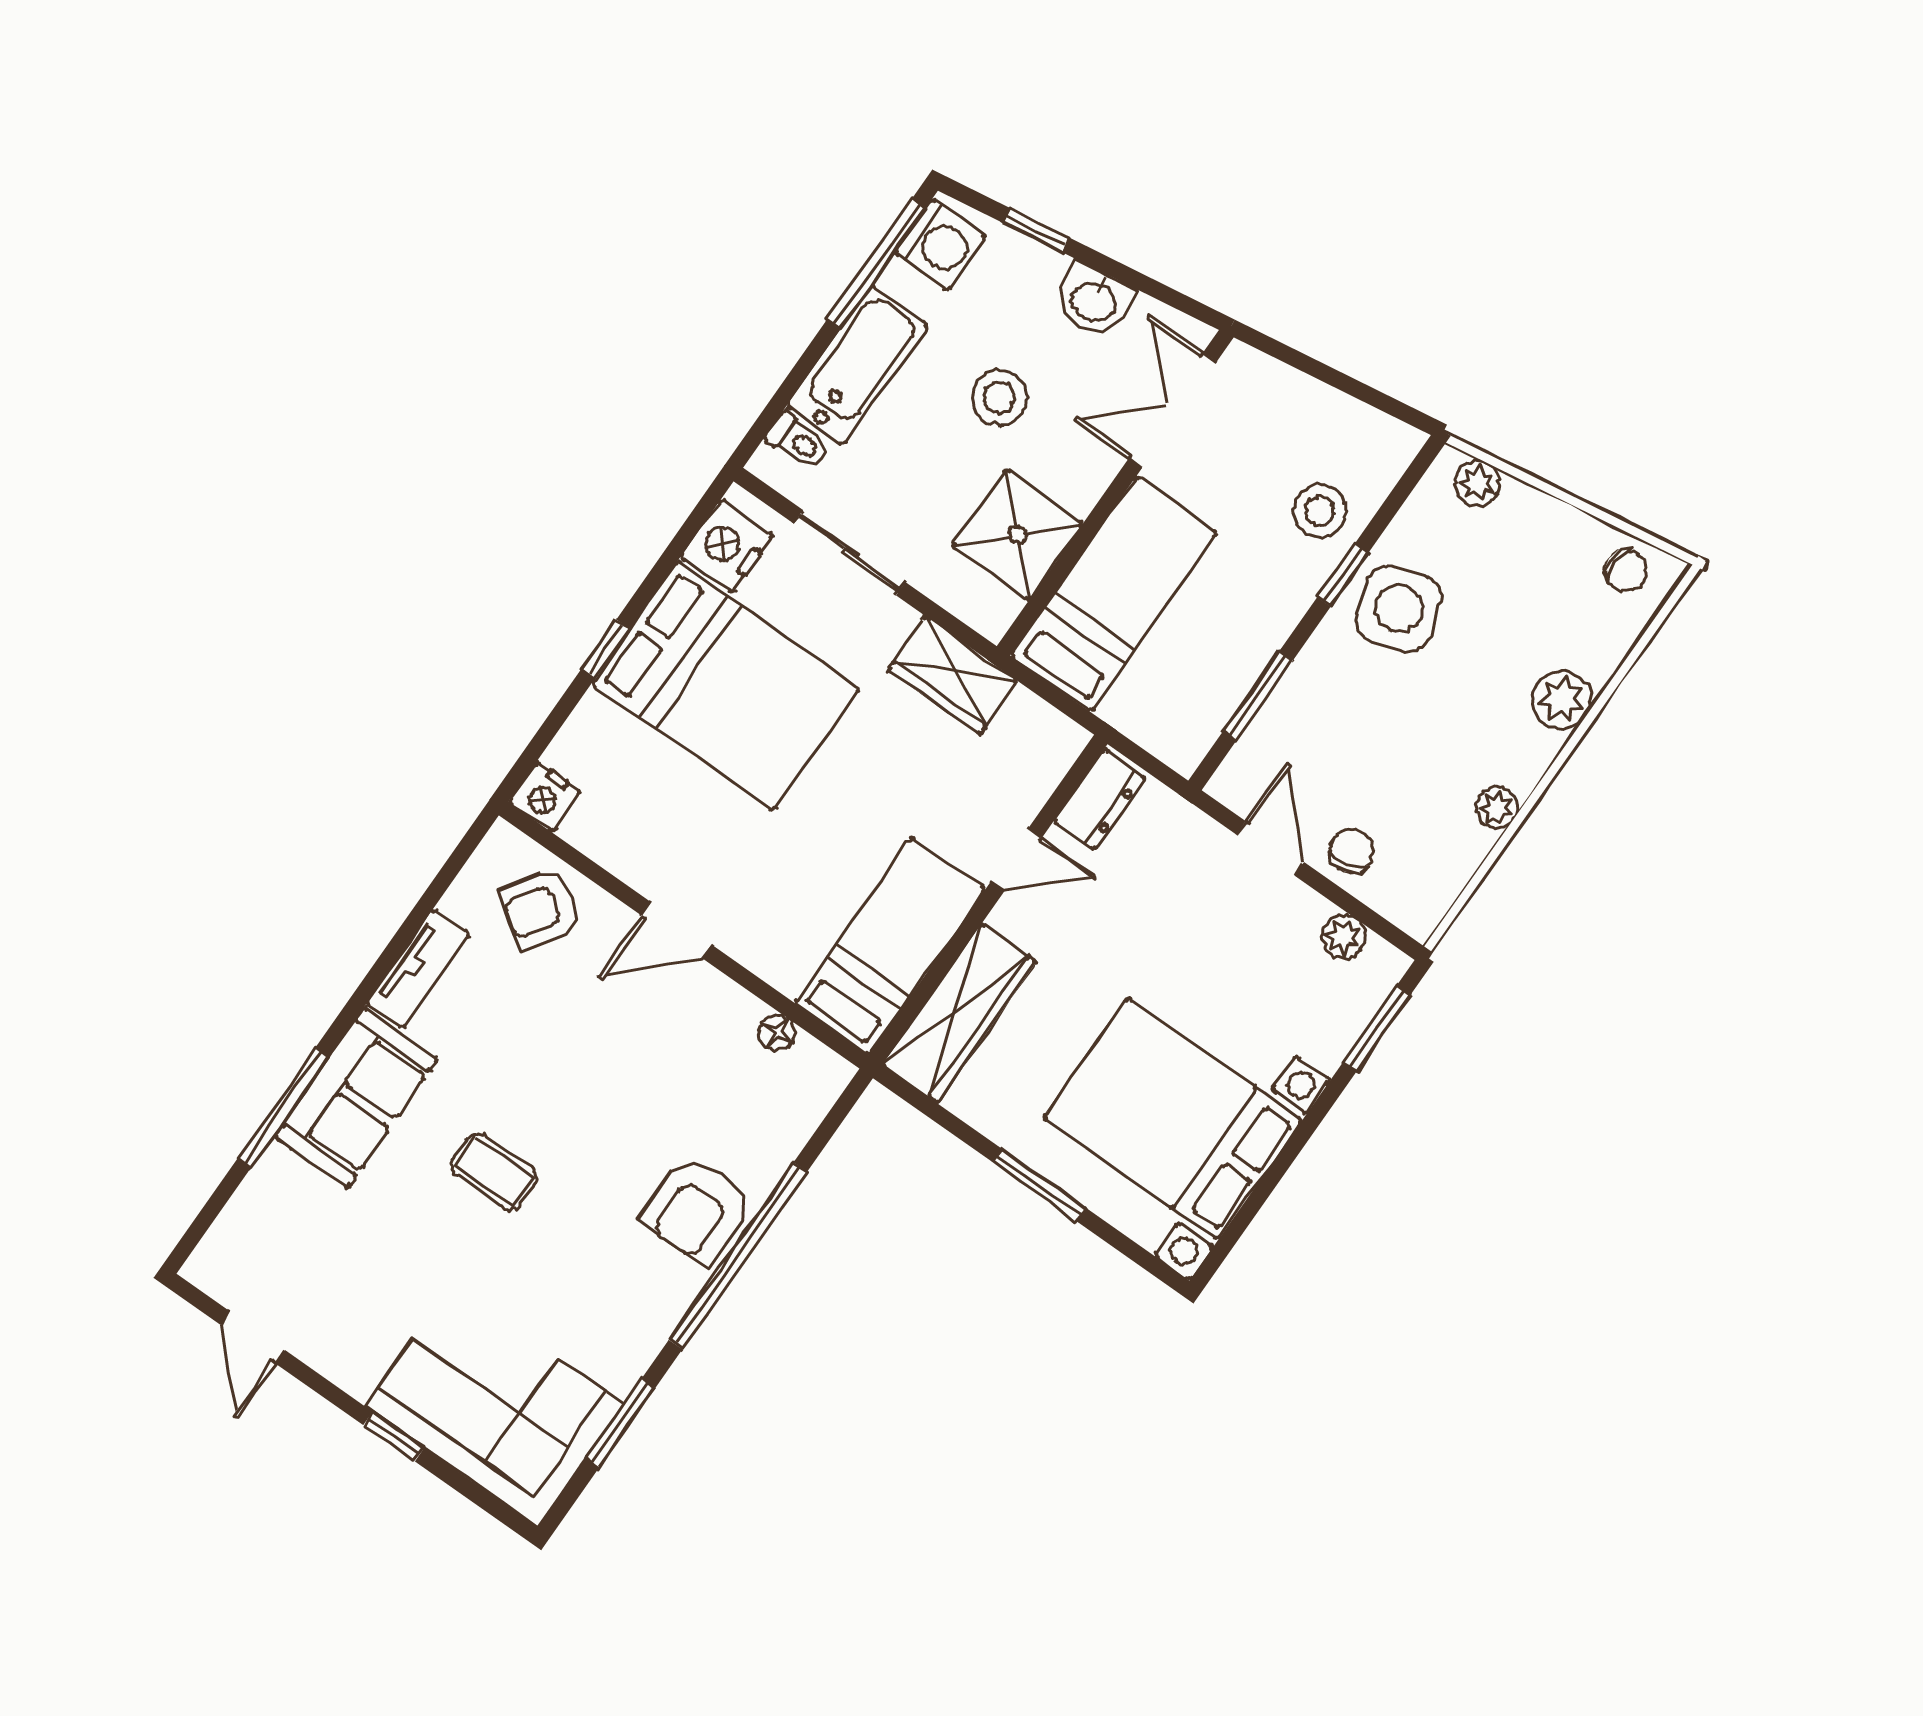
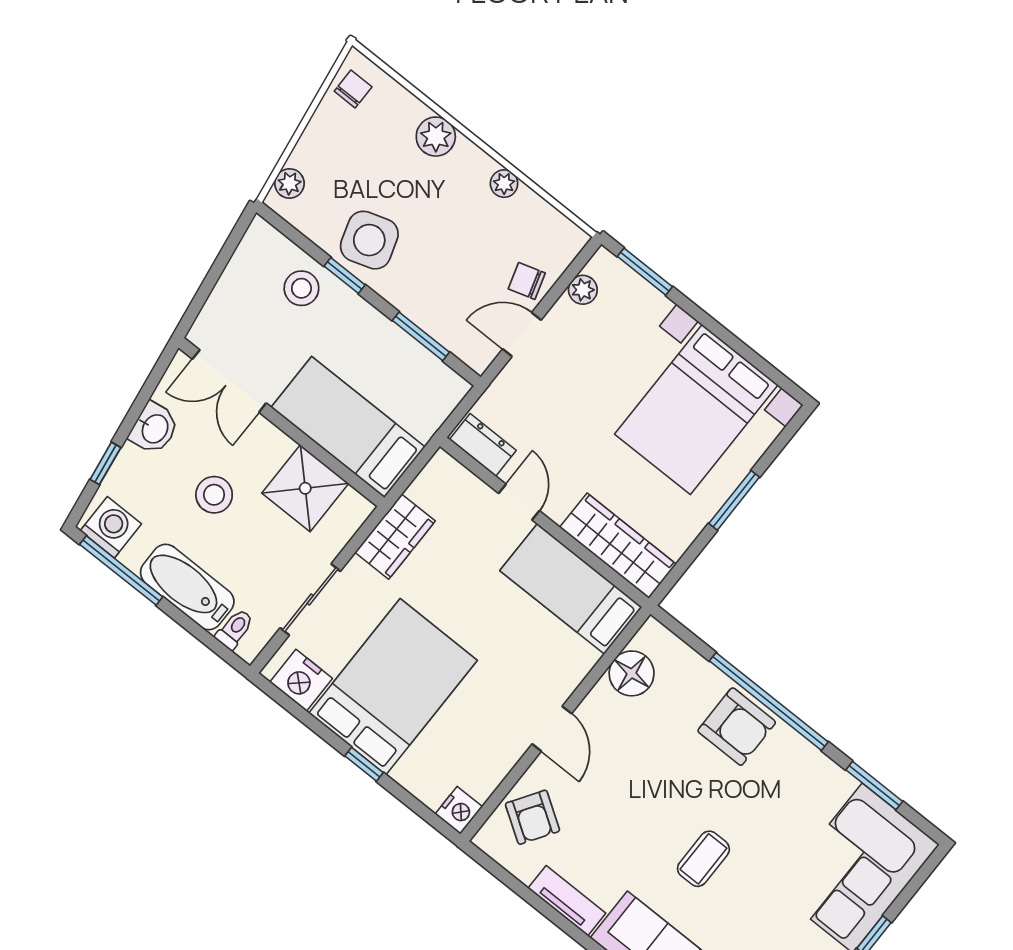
floor lamp: (777, 1033) -> (632, 673), width x1.89, depth x1.89

